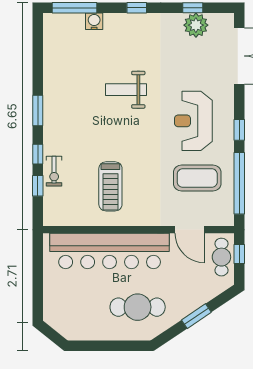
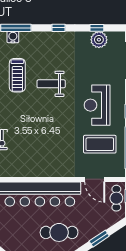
water cooler: (94, 21) -> (13, 37), moved
treadmill: (110, 186) -> (17, 75), moved

